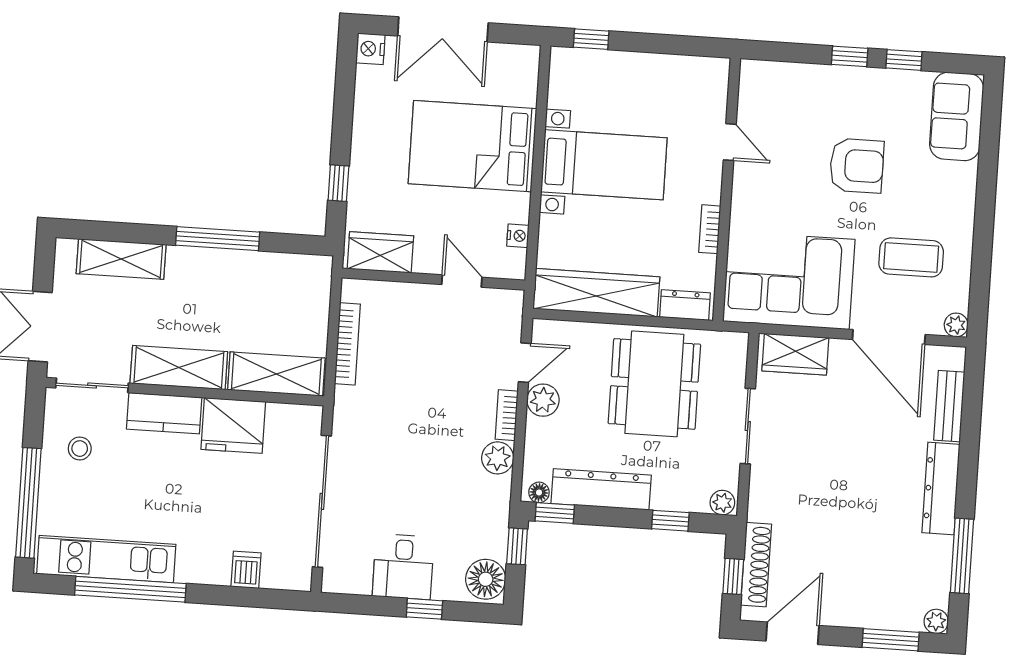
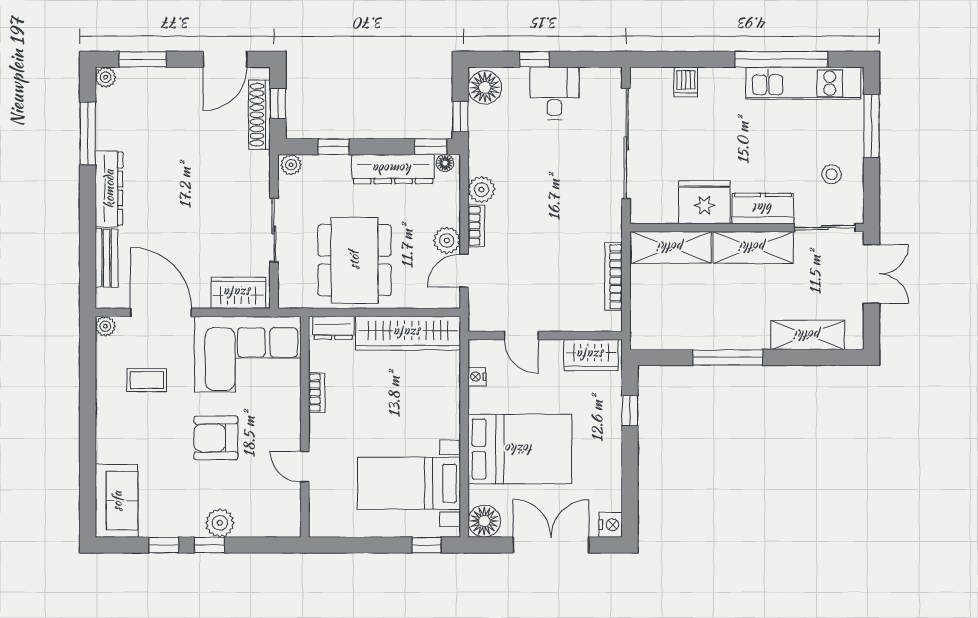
floor lamp: (521, 63) -> (484, 521), added
plant: (835, 82) -> (220, 523), added
bed with nightstands: (604, 165) -> (409, 483), moved
armchair: (857, 166) -> (216, 438), moved
coffee table: (911, 257) -> (147, 380), width x0.73, depth x0.77
window: (28, 503) -> (872, 126), width x0.68

